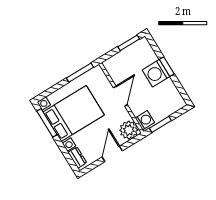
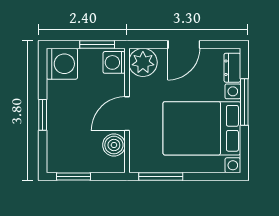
washing machine: (156, 73) -> (62, 64), moved
boiler: (117, 74) -> (114, 145), added
window: (47, 123) -> (244, 102), moved

